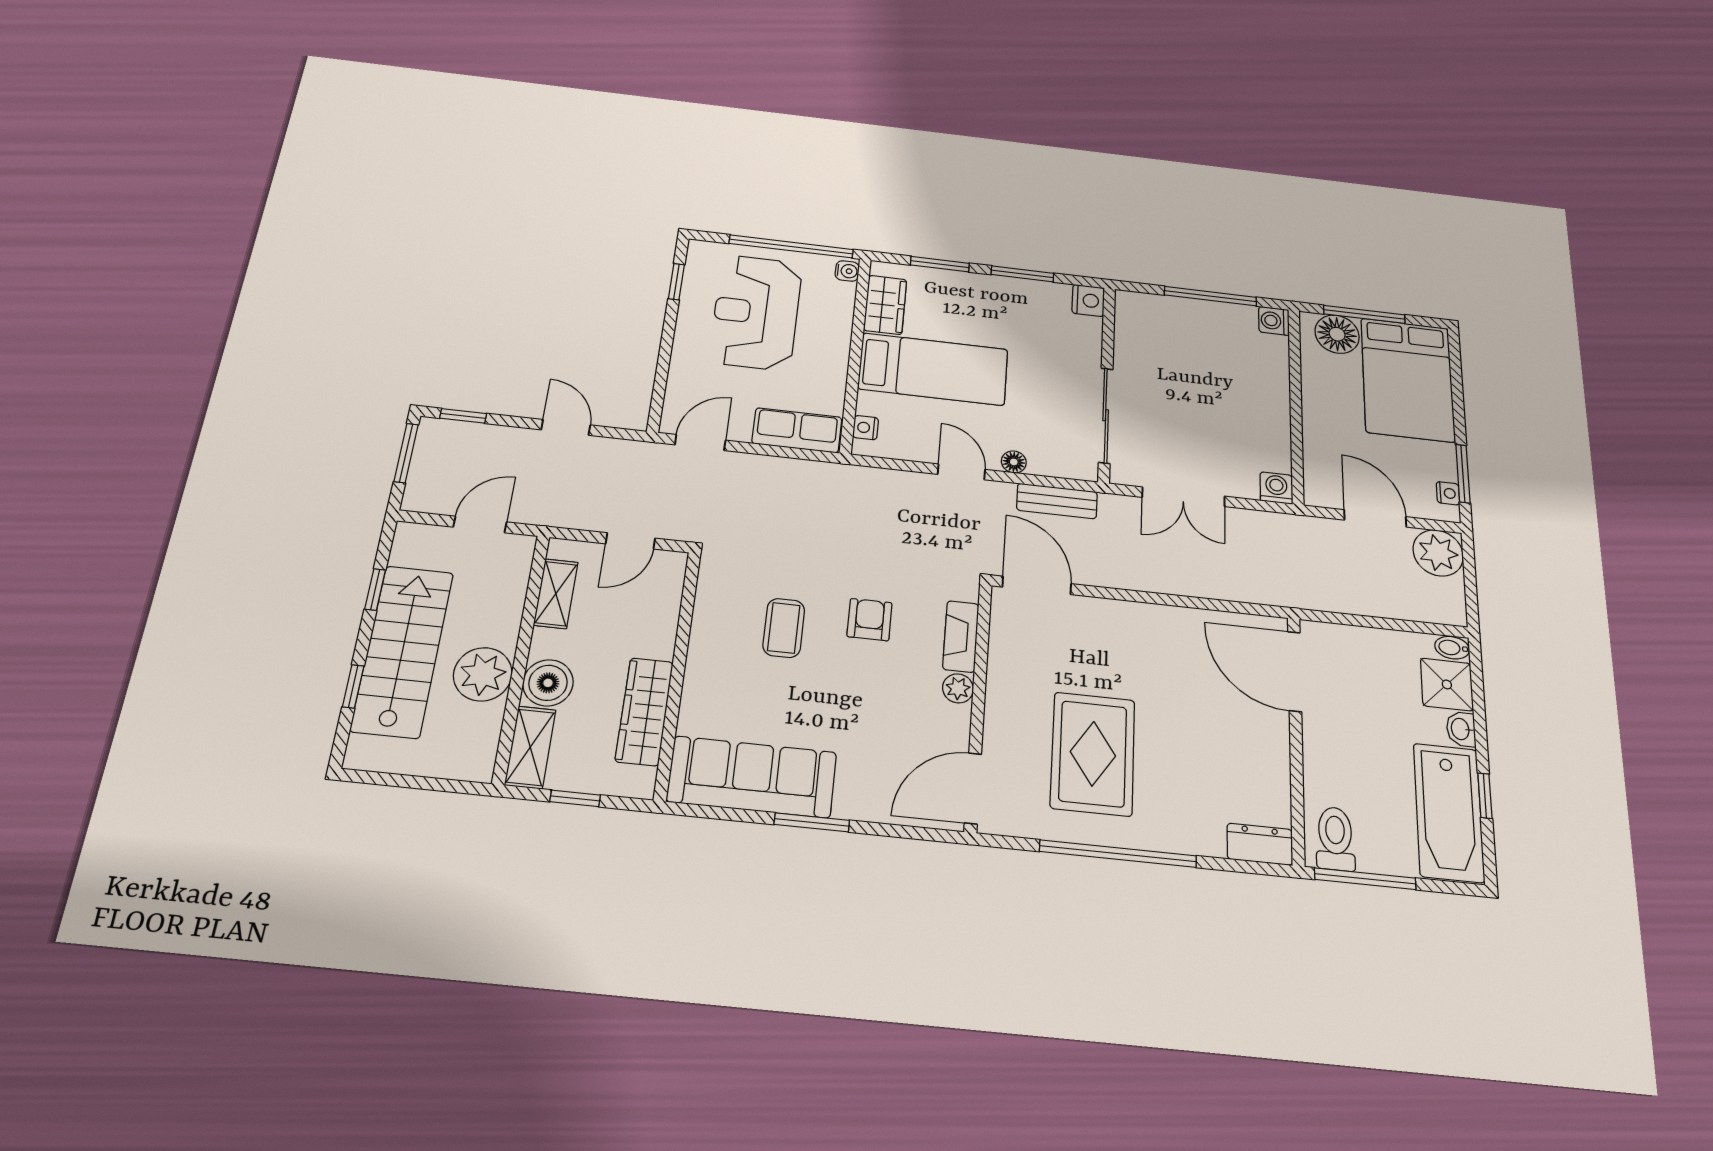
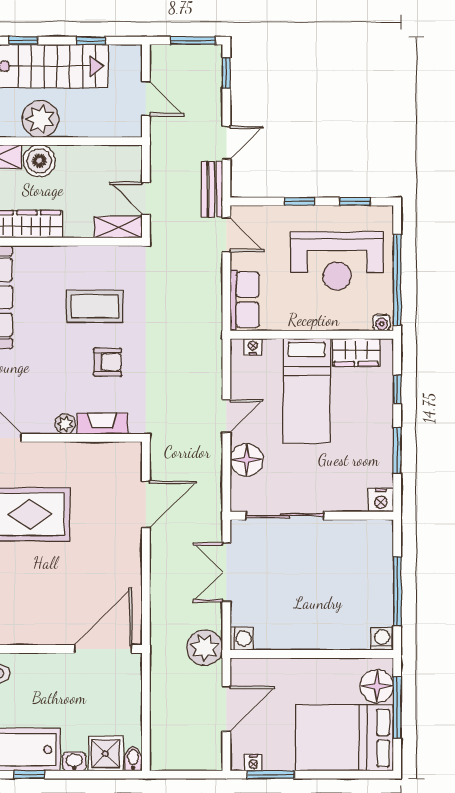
window: (940, 264) -> (397, 389), width x0.67
reception desk: (756, 312) -> (337, 261), turned 180
window: (666, 347) -> (299, 202), added
floor lamp: (1014, 462) -> (247, 460), width x1.89, depth x1.89
bench: (1057, 501) -> (212, 189), moved
plant: (1438, 553) -> (205, 648), moved
door: (1037, 585) -> (146, 504), moved
shelving: (556, 594) -> (118, 227), moved
coffee table: (784, 628) -> (95, 306), width x1.36, depth x1.30

